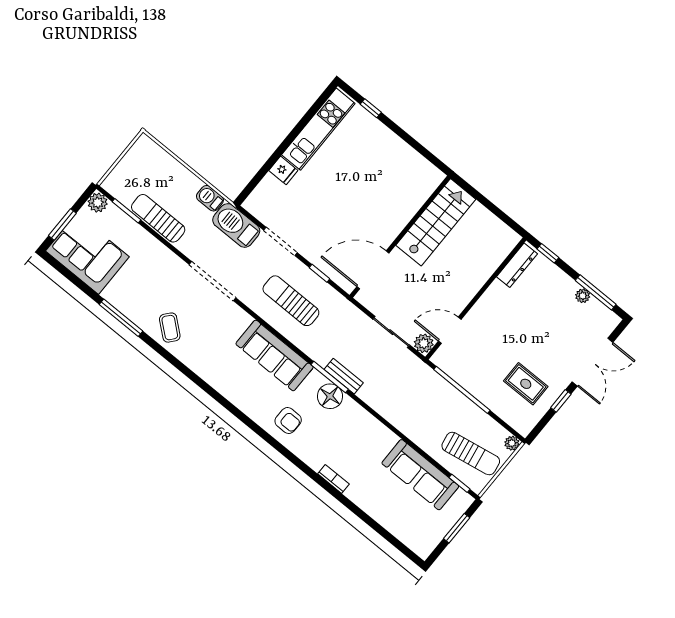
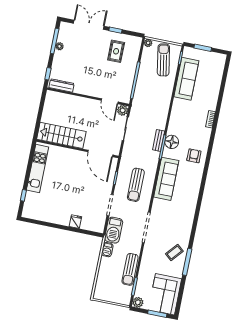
kitchen unit: (318, 129) -> (38, 168), moved, turned 90
coffee table: (170, 328) -> (174, 253), moved

